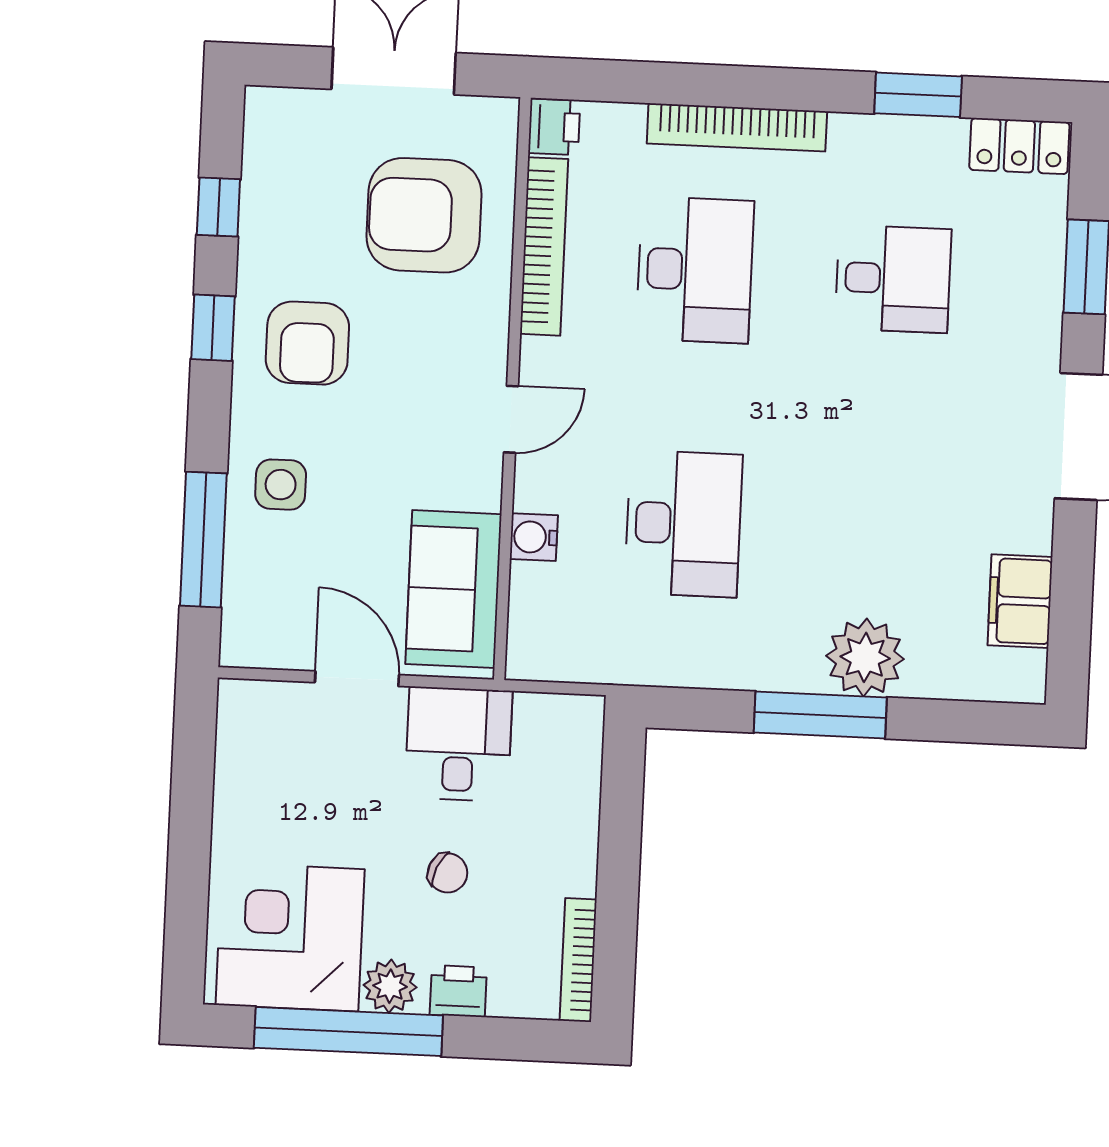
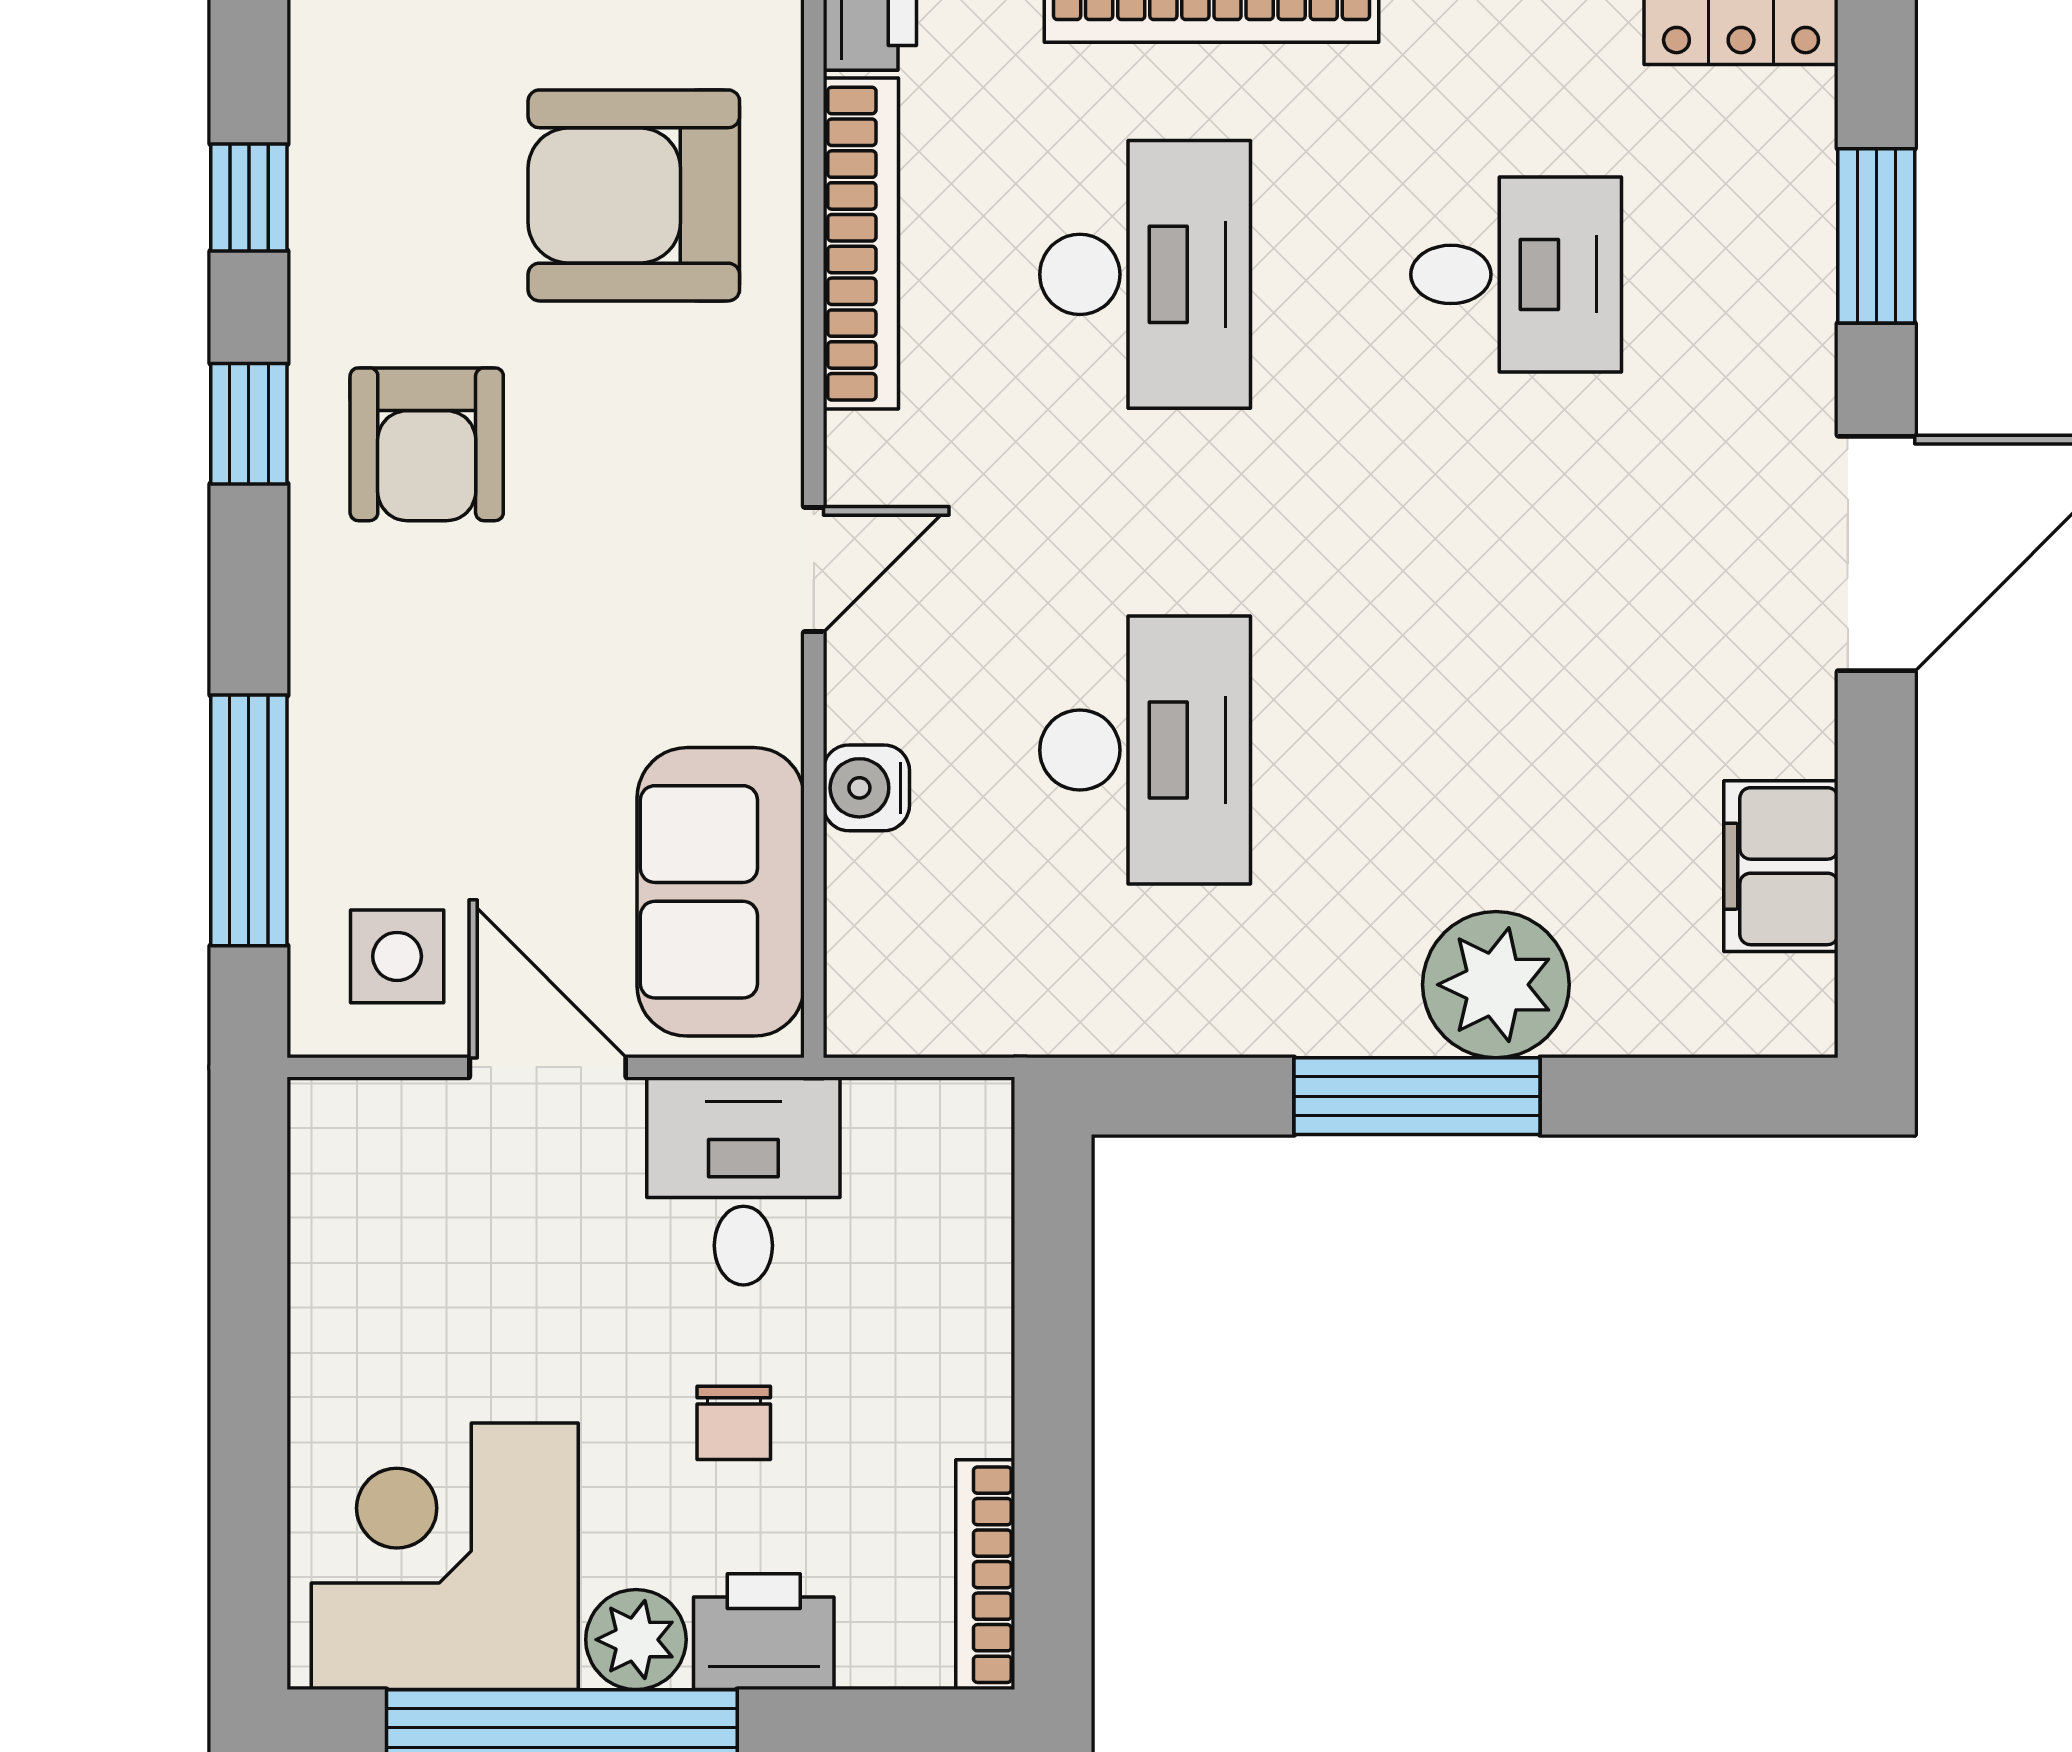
side table: (281, 485) -> (397, 956), moved
chair: (448, 873) -> (734, 1423), turned 66
printer: (458, 991) -> (764, 1632), width x1.36, depth x1.24

